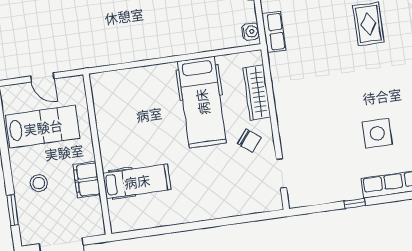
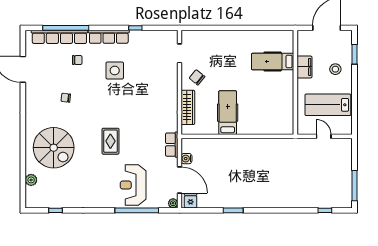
water cooler: (250, 32) -> (187, 159), moved
hospital bed: (202, 102) -> (228, 113), width x0.73, depth x0.78

